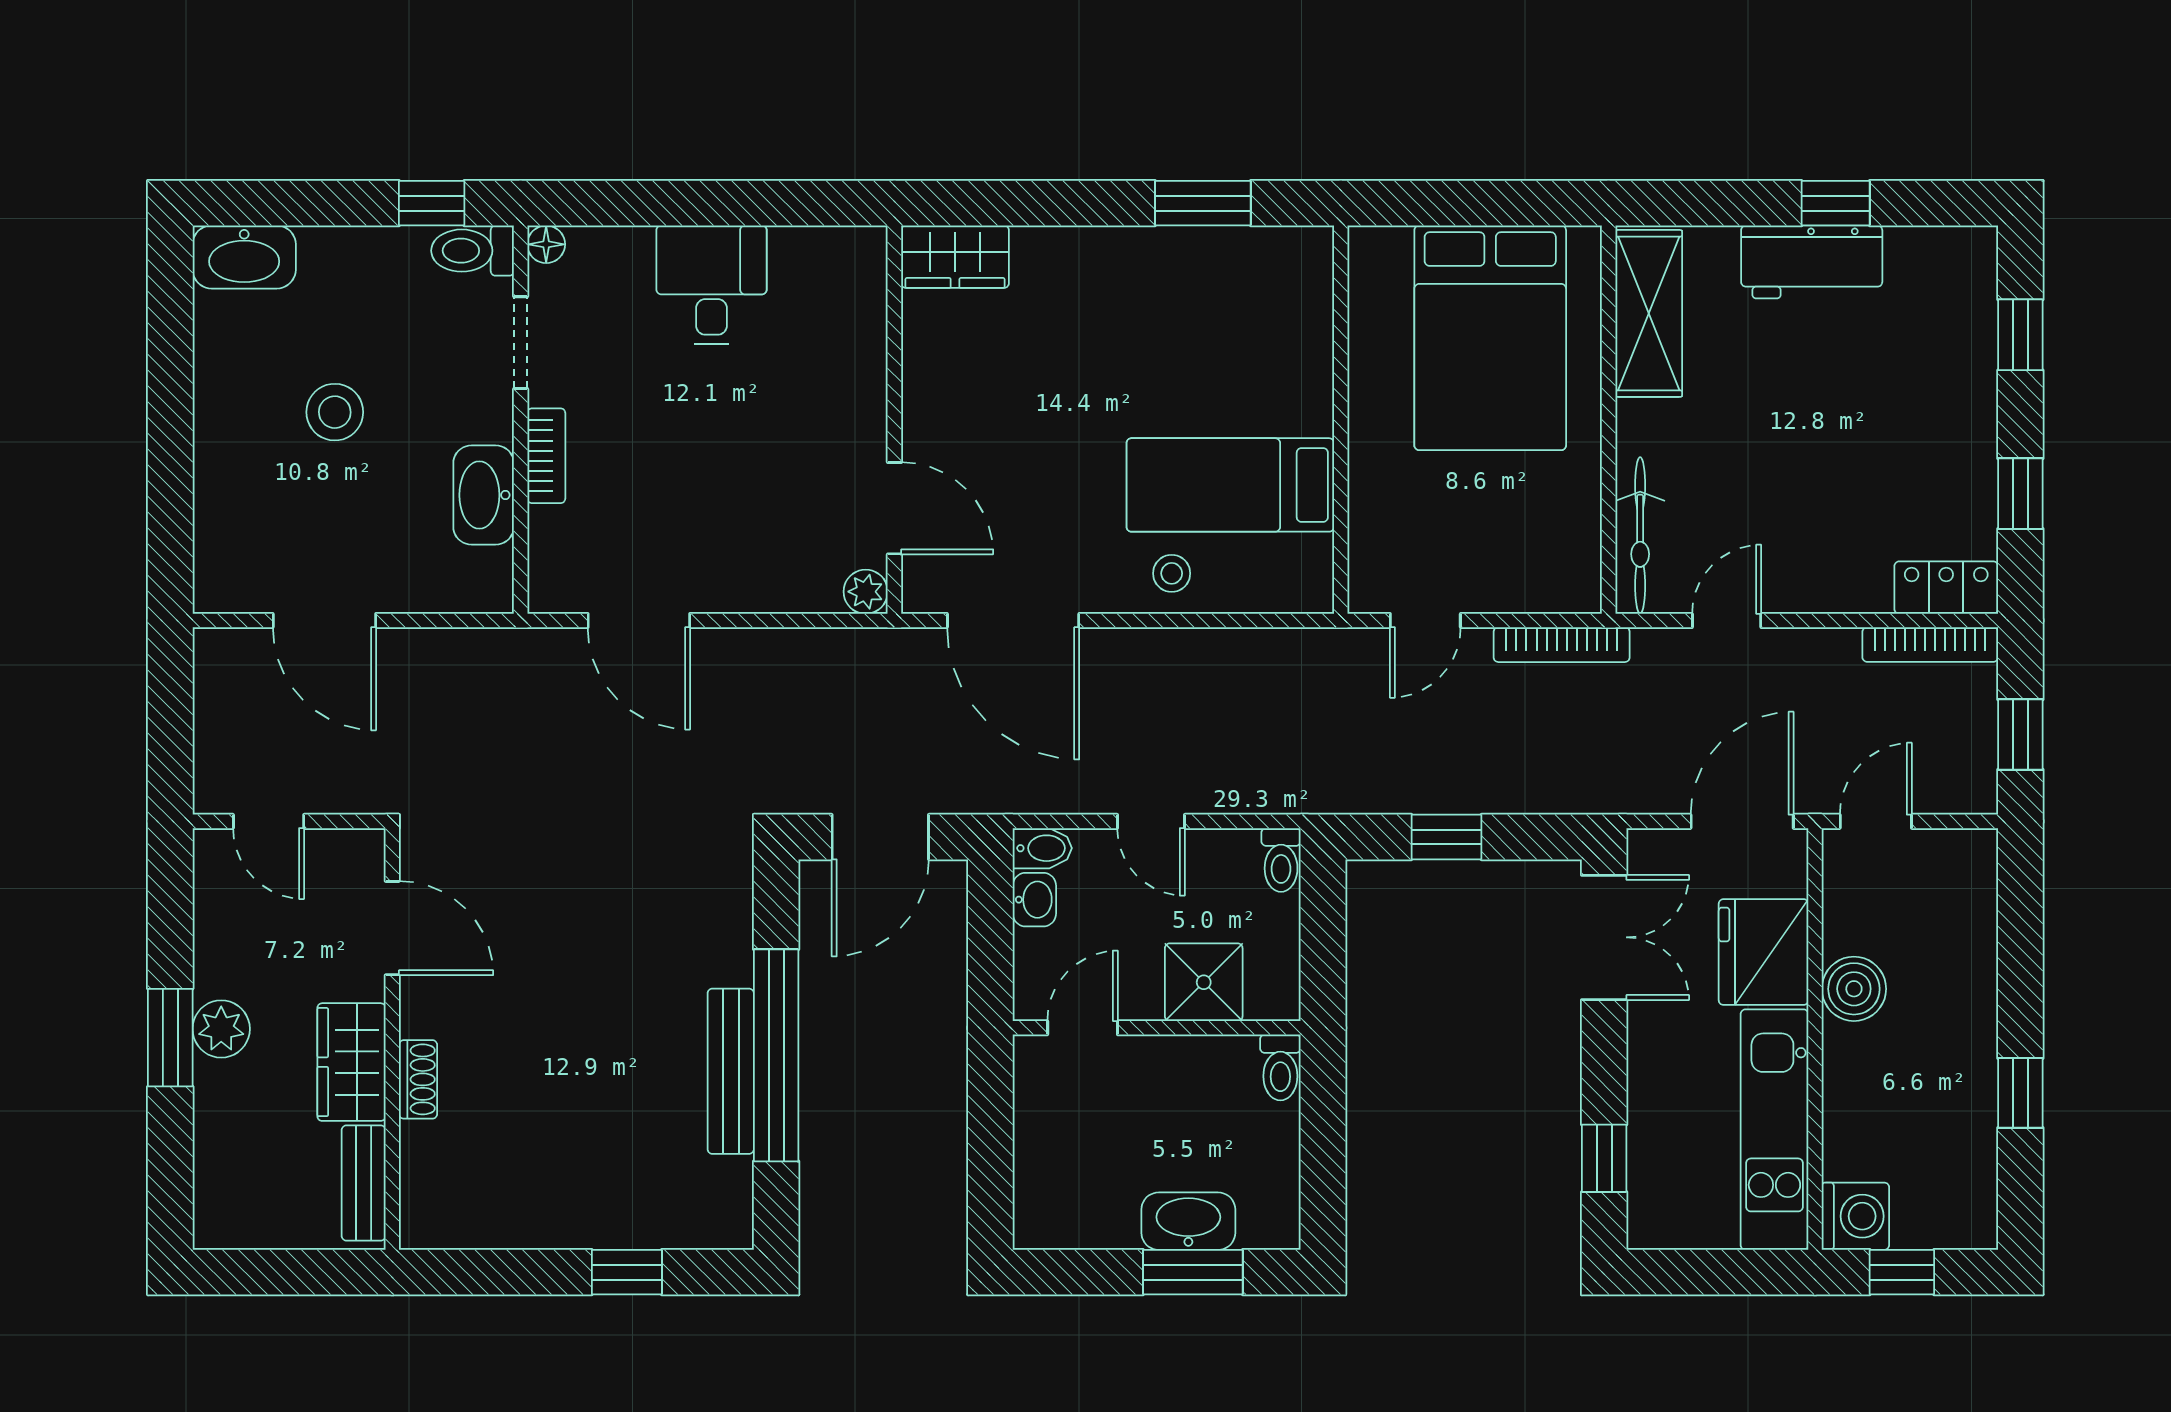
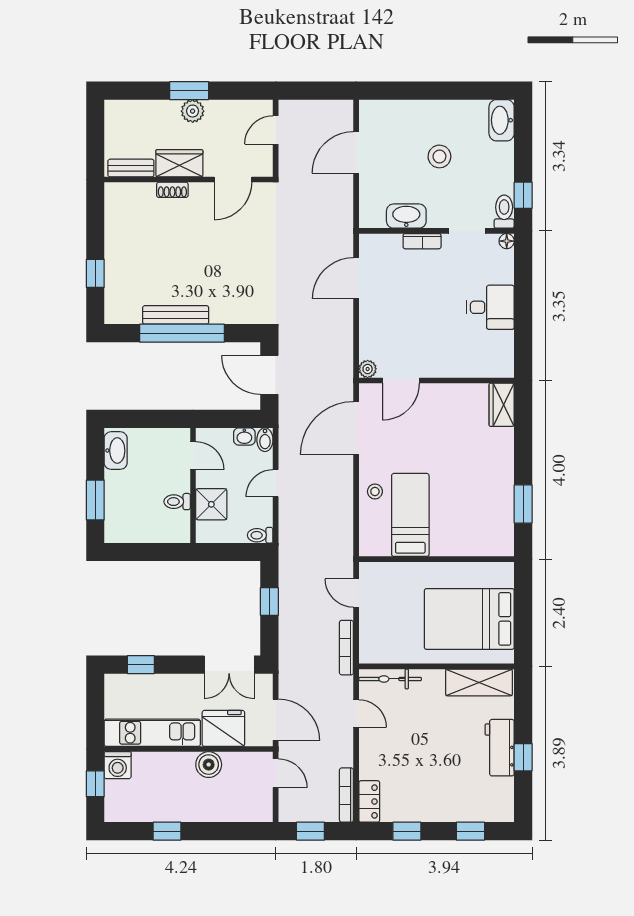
toilet: (1280, 1067) -> (177, 502), moved
washbasin: (1188, 1221) -> (116, 451), moved

